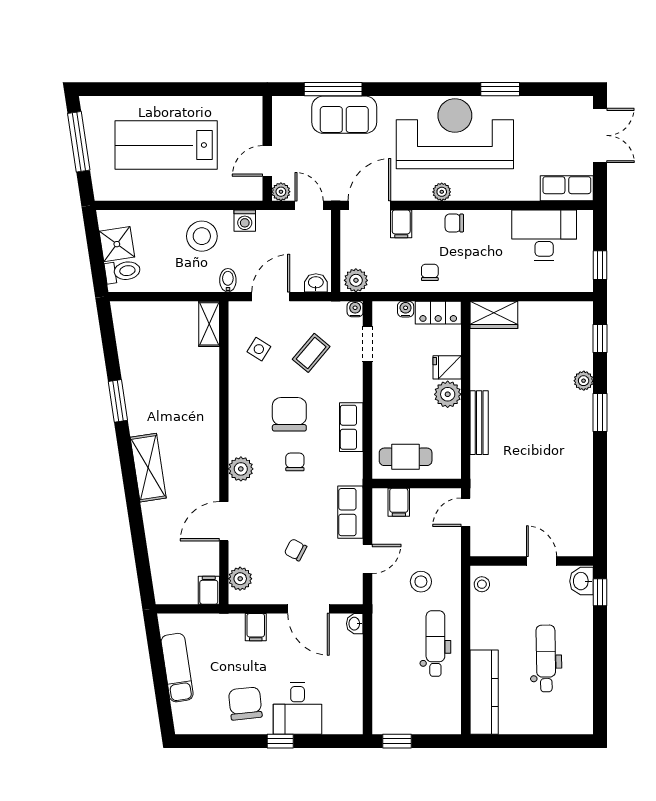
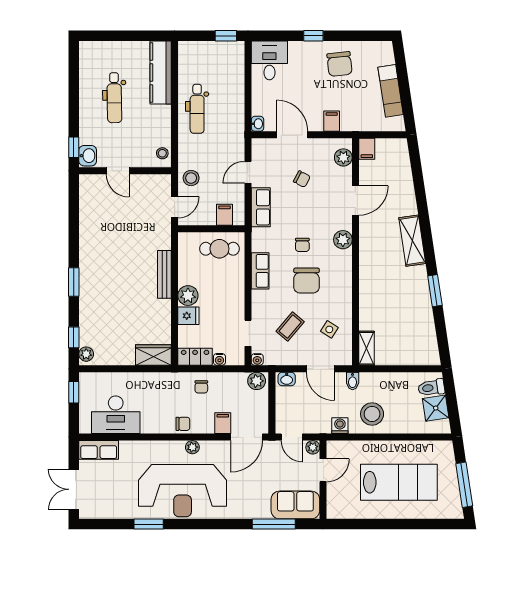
sofa: (344, 115) -> (295, 505), moved
door: (271, 297) -> (320, 369), hinge flipped
plant: (584, 381) -> (86, 354), moved
stool: (421, 582) -> (191, 178), moved
desk: (298, 708) -> (269, 60), moved

